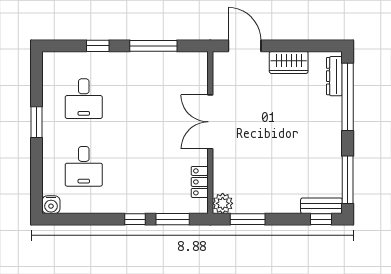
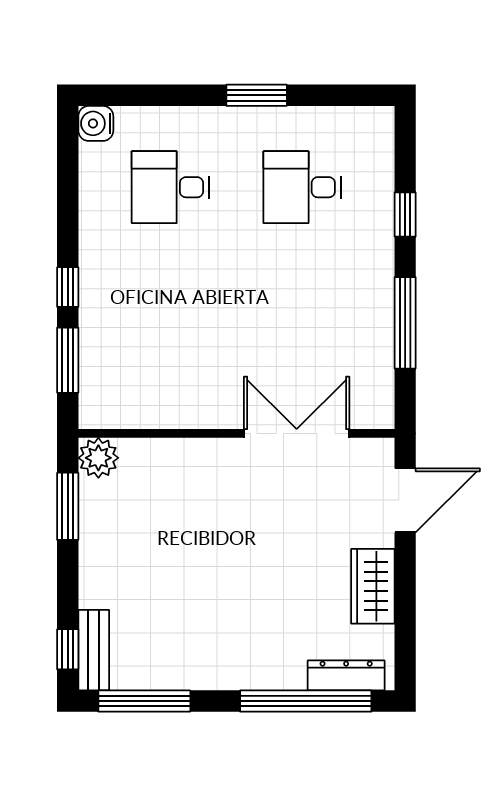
double door: (210, 122) -> (297, 433), moved
locker: (200, 182) -> (140, 413), removed

